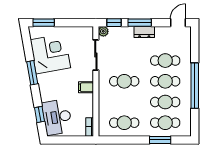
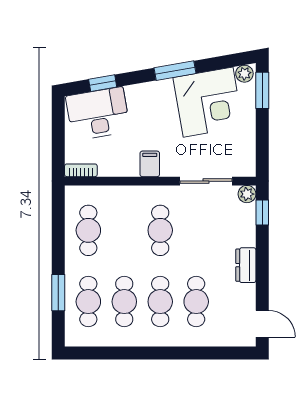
window: (140, 23) -> (262, 257), removed
plant: (34, 33) -> (244, 74), added
window: (195, 86) -> (153, 353), removed

